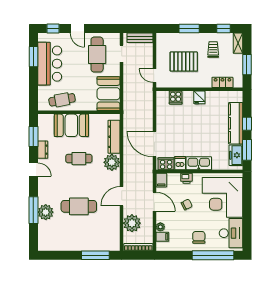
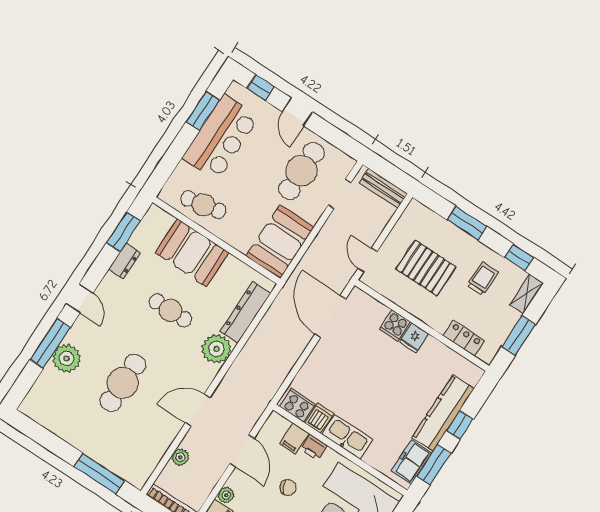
cooker: (176, 98) -> (395, 325), moved
door: (154, 144) -> (330, 317), moved
door: (33, 170) -> (80, 298), moved
filing cabinet: (161, 180) -> (294, 438), moved
cafe table: (79, 206) -> (123, 383), turned 90
plant: (132, 223) -> (180, 457), width x0.53, depth x0.53

